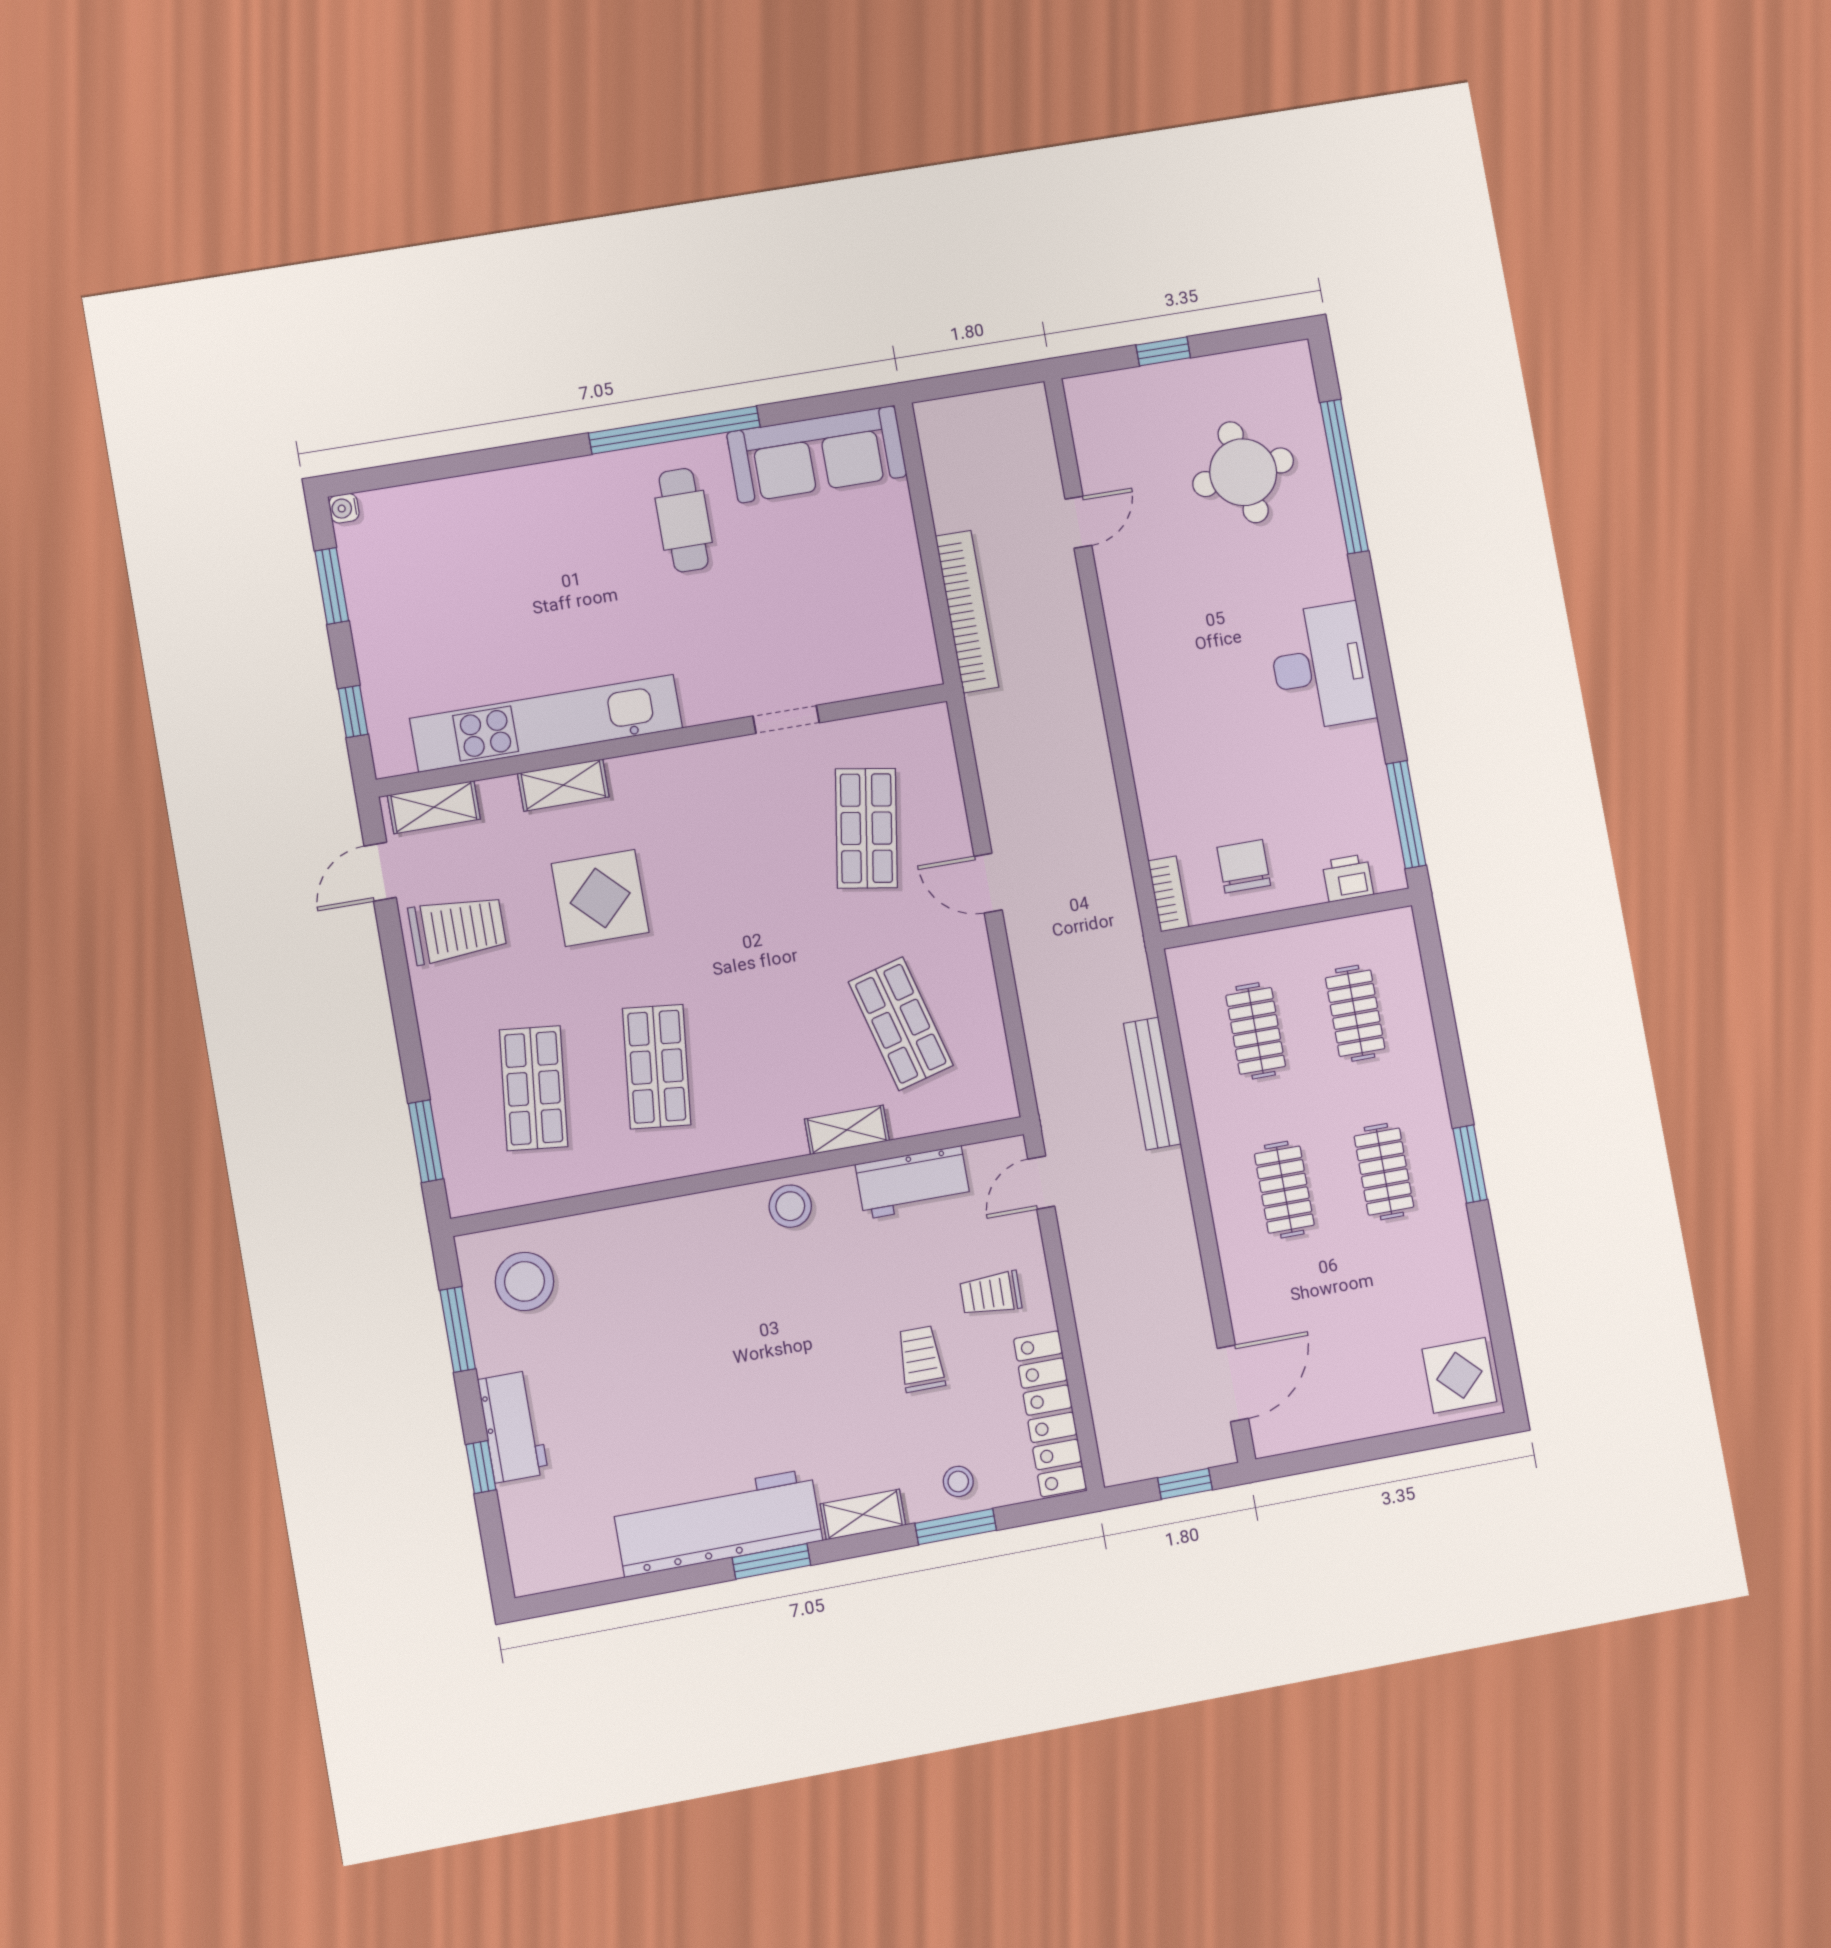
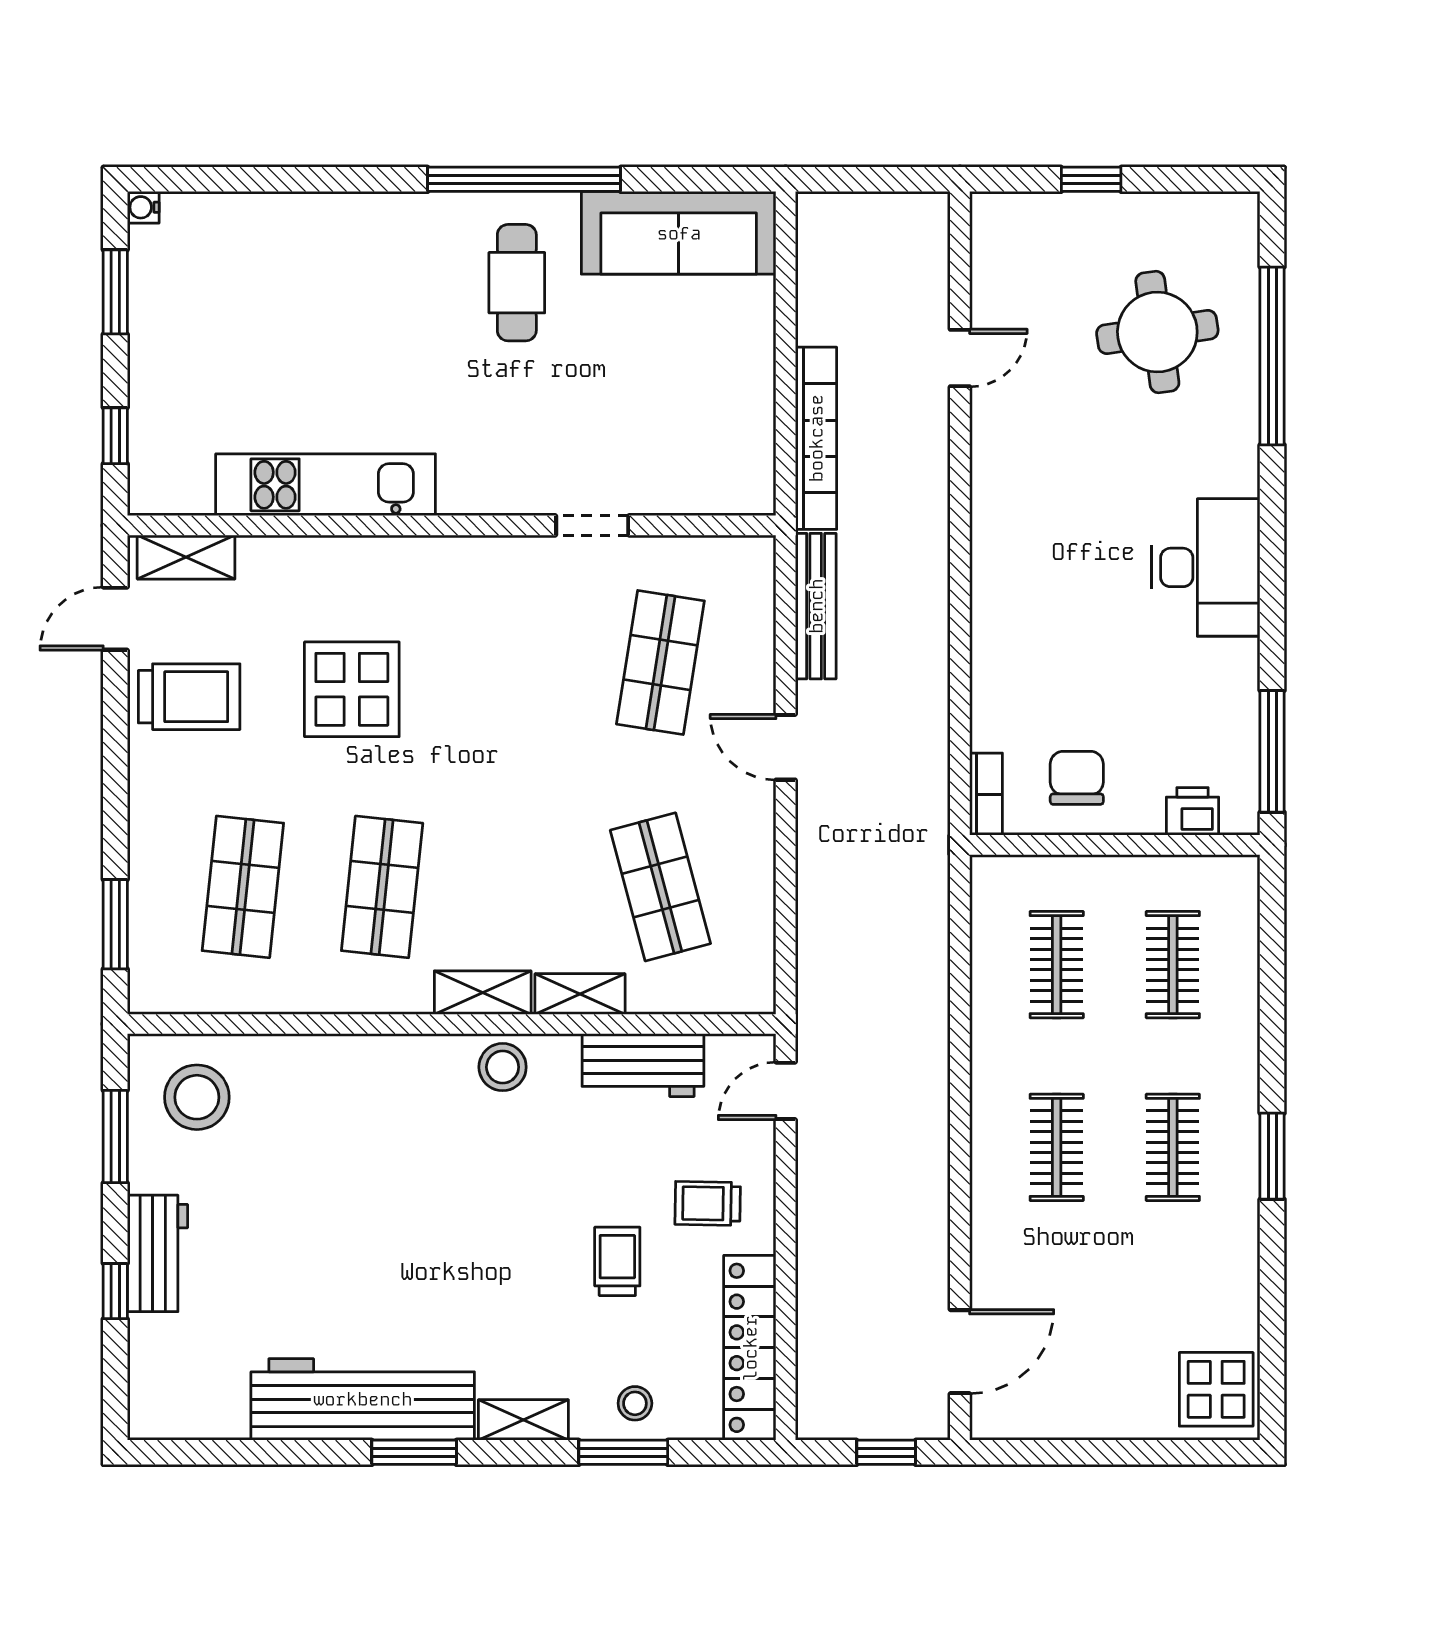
kitchen unit: (546, 723) -> (326, 485), width x0.73
shelving: (563, 785) -> (483, 993), moved
bench: (1152, 1084) -> (816, 606), moved

